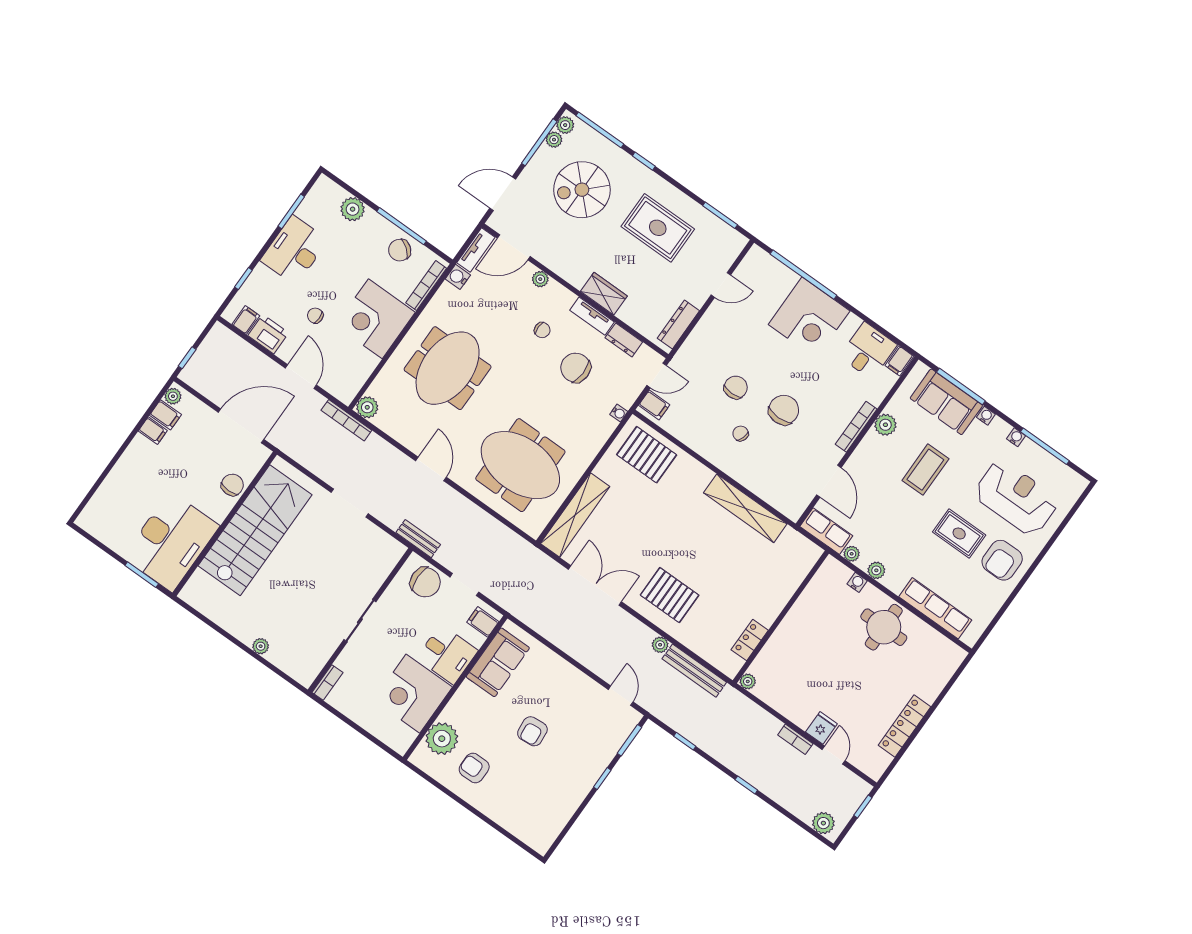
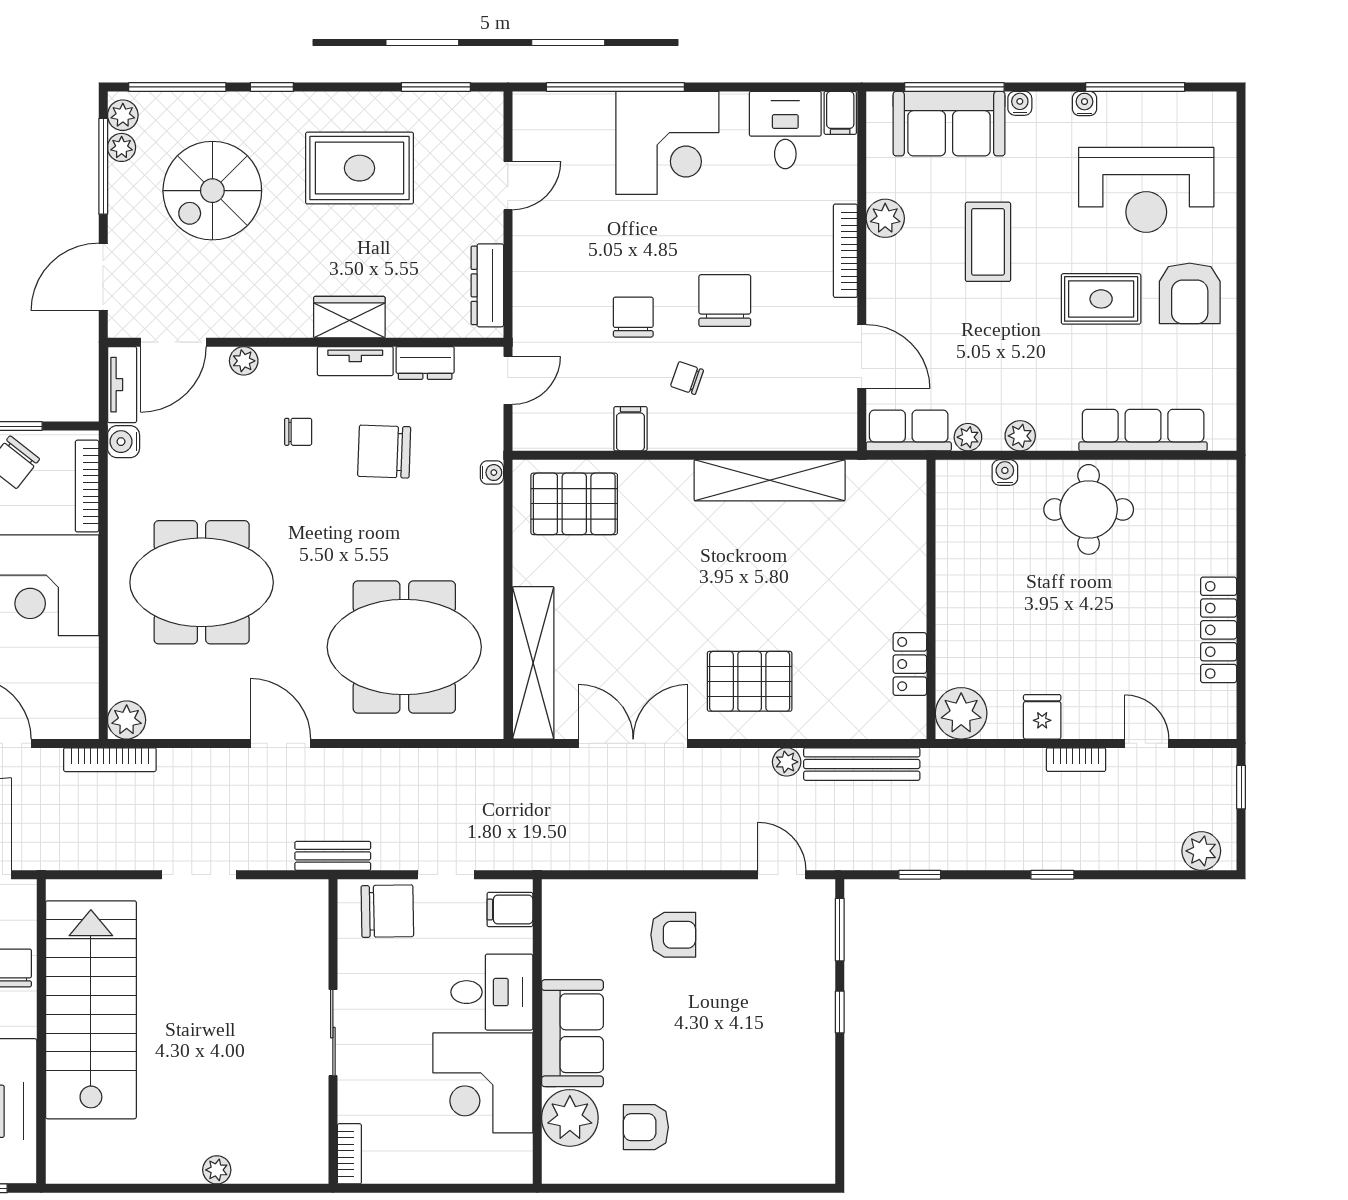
meeting table: (448, 368) -> (202, 582), turned 90
filing cabinet: (654, 405) -> (630, 429), moved, turned -90
reception desk: (1016, 498) -> (1146, 190), turned 180
sofa: (498, 662) -> (572, 1033), moved
plant: (748, 681) -> (961, 713), width x1.88, depth x1.88
fridge: (821, 728) -> (1042, 717), moved
armchair: (532, 731) -> (673, 935), moved, turned -85

